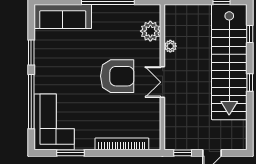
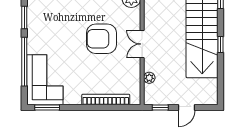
plant: (170, 46) -> (149, 78), moved
armchair: (117, 76) -> (102, 39), turned 180
window: (71, 153) -> (47, 108), moved

